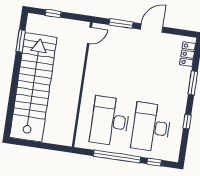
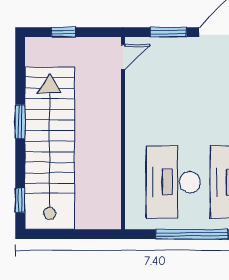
window: (21, 41) -> (20, 122), moved
window: (9, 118) -> (20, 200), added

